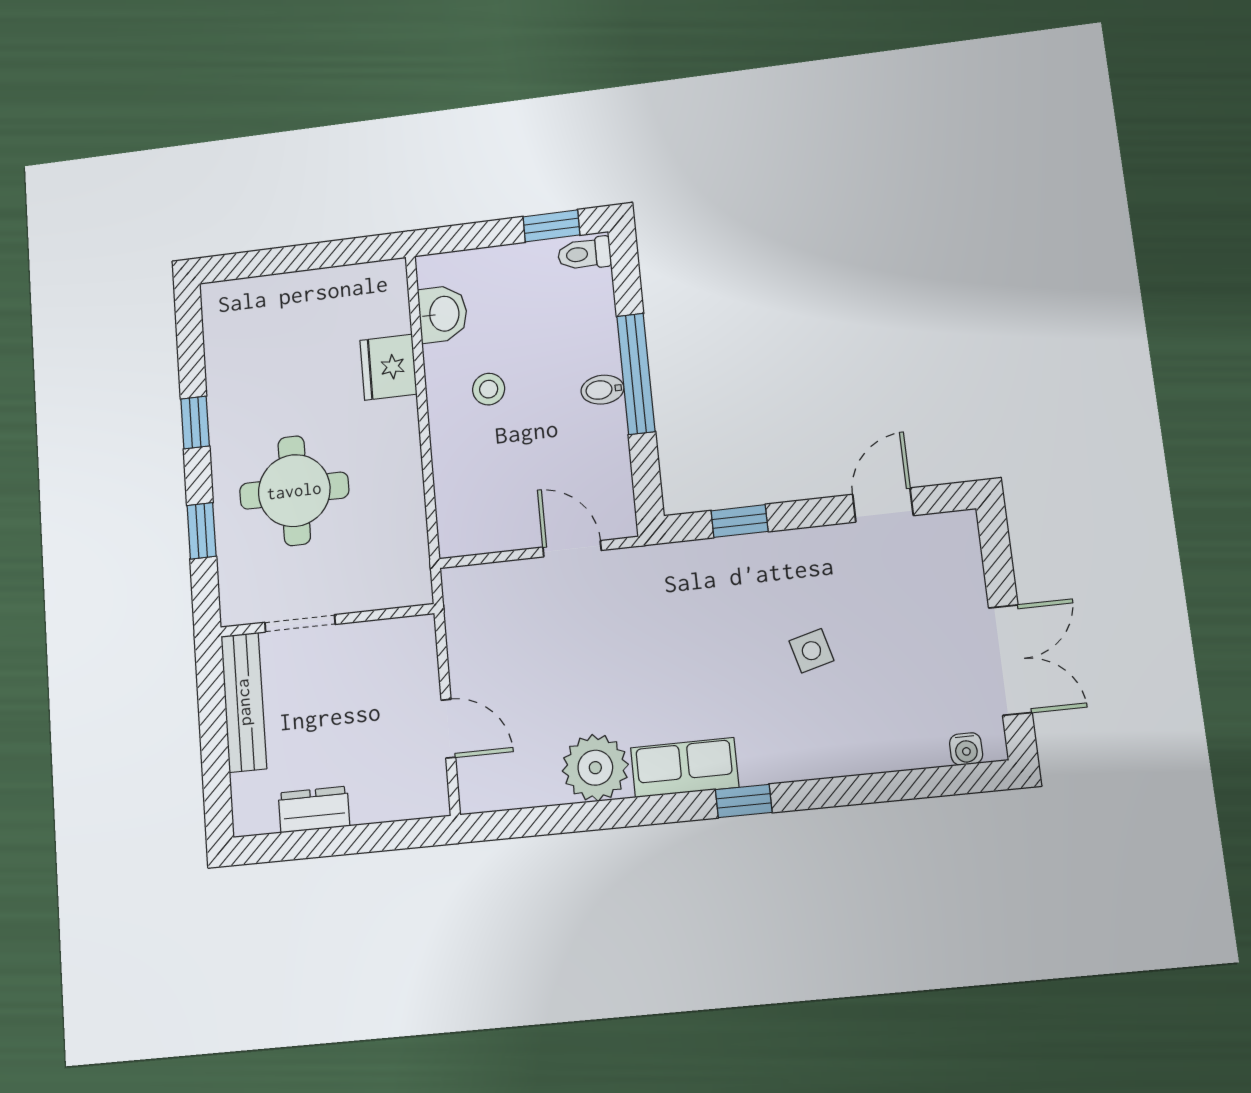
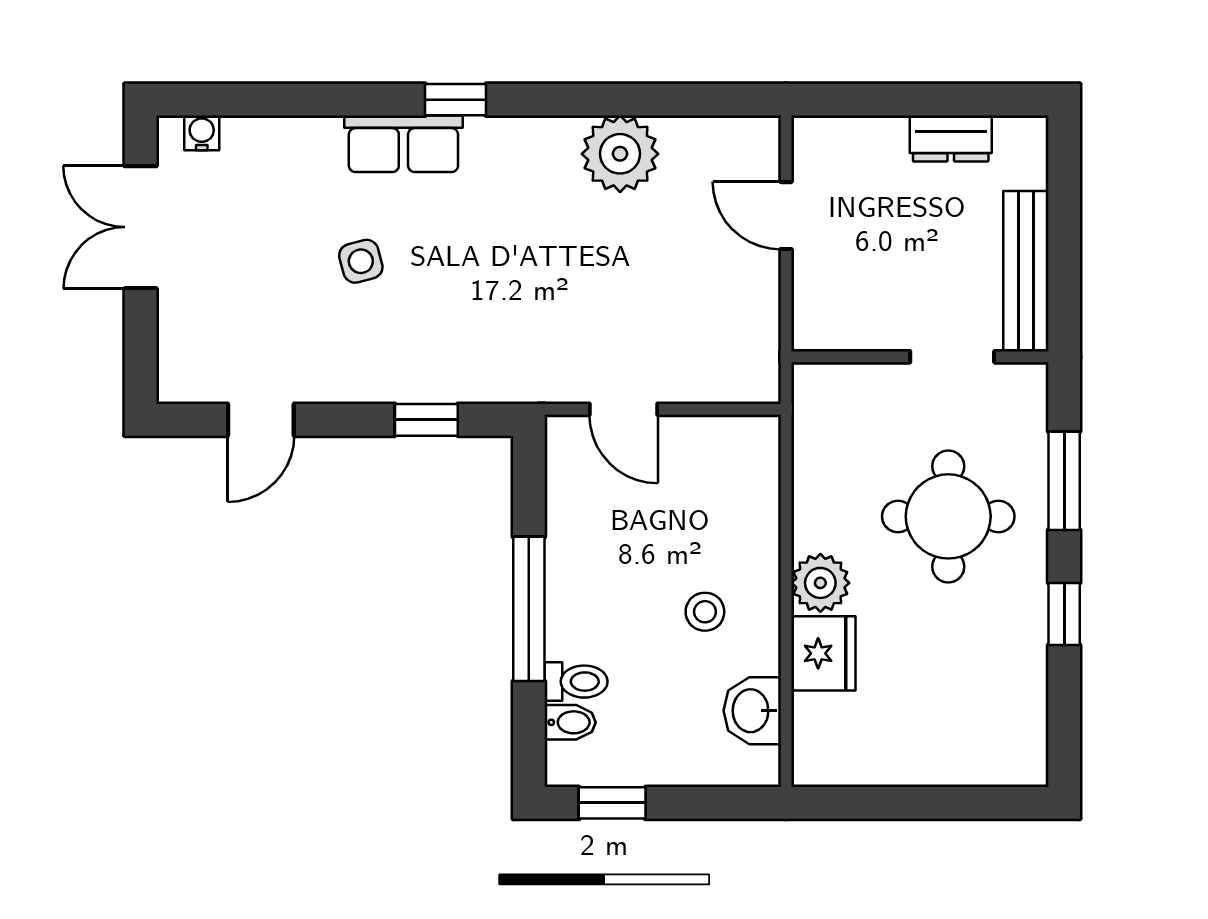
toilet: (584, 254) -> (576, 682), moved
bidet: (602, 390) -> (570, 722), moved
plant: (395, 424) -> (820, 583), added
window: (202, 531) -> (1064, 481), width x1.50
row of seats: (685, 768) -> (403, 144), moved

